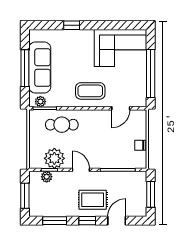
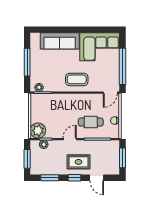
window: (72, 25) -> (63, 30), removed
sofa: (40, 68) -> (60, 41), moved, turned 90
door: (121, 108) -> (110, 93), moved
cafe table: (62, 125) -> (91, 122), moved
plant: (54, 158) -> (38, 131), moved
door: (81, 170) -> (70, 139), hinge flipped
door: (117, 221) -> (97, 178), swing flipped

